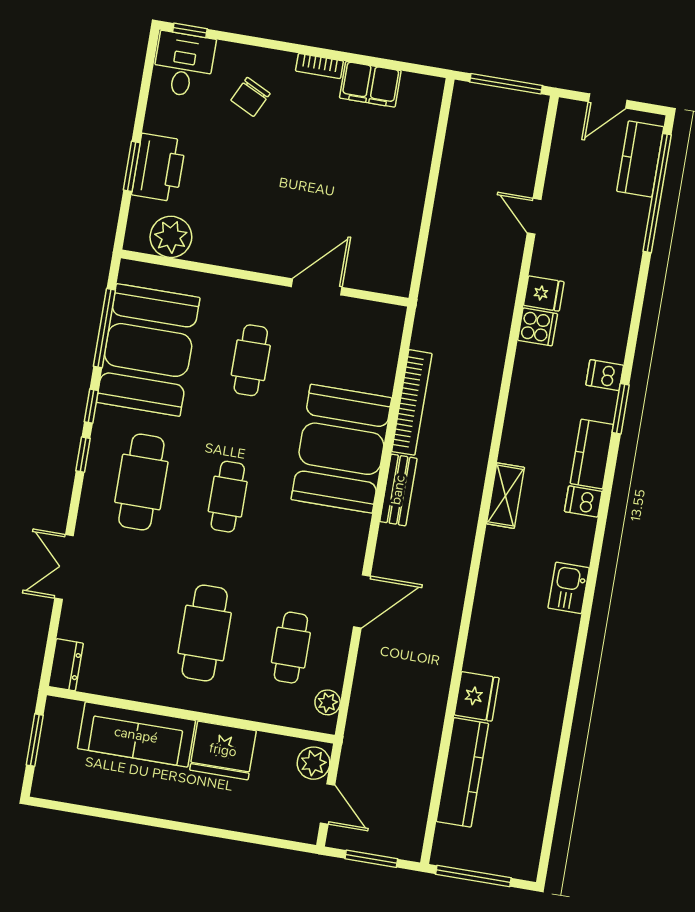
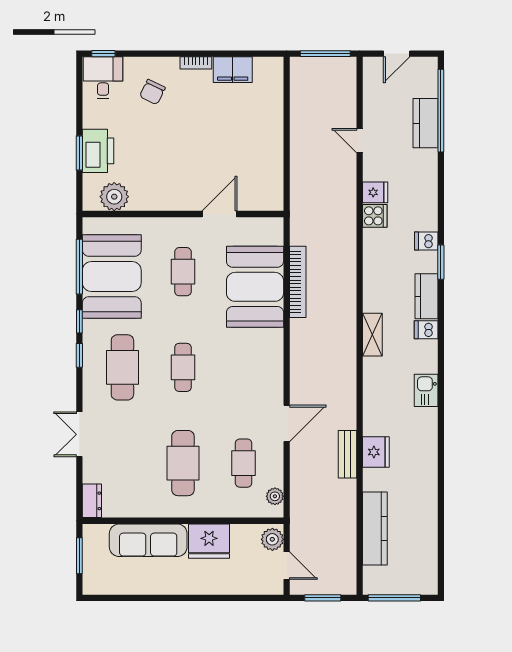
kitchen counter: (640, 159) -> (425, 123), moved
booth: (341, 449) -> (255, 287), moved
bench: (398, 490) -> (348, 454), moved
fridge: (477, 696) -> (376, 452), moved

